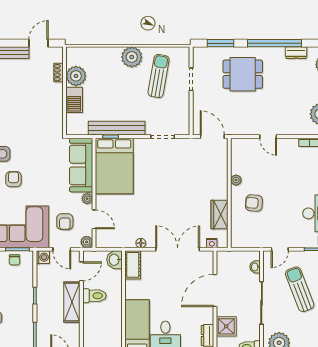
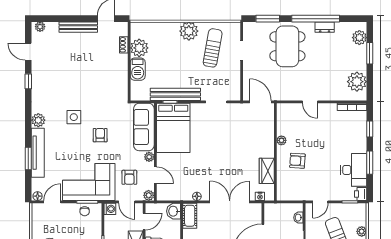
dresser: (296, 53) -> (325, 27), moved
dining table: (243, 74) -> (287, 46), width x1.38
armchair: (14, 179) -> (100, 135), moved

